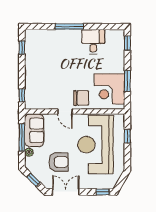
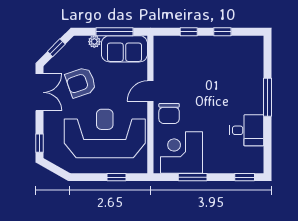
window: (22, 48) -> (222, 32), moved
window: (22, 95) -> (189, 32), moved
armchair: (59, 162) -> (81, 82), turned 71

